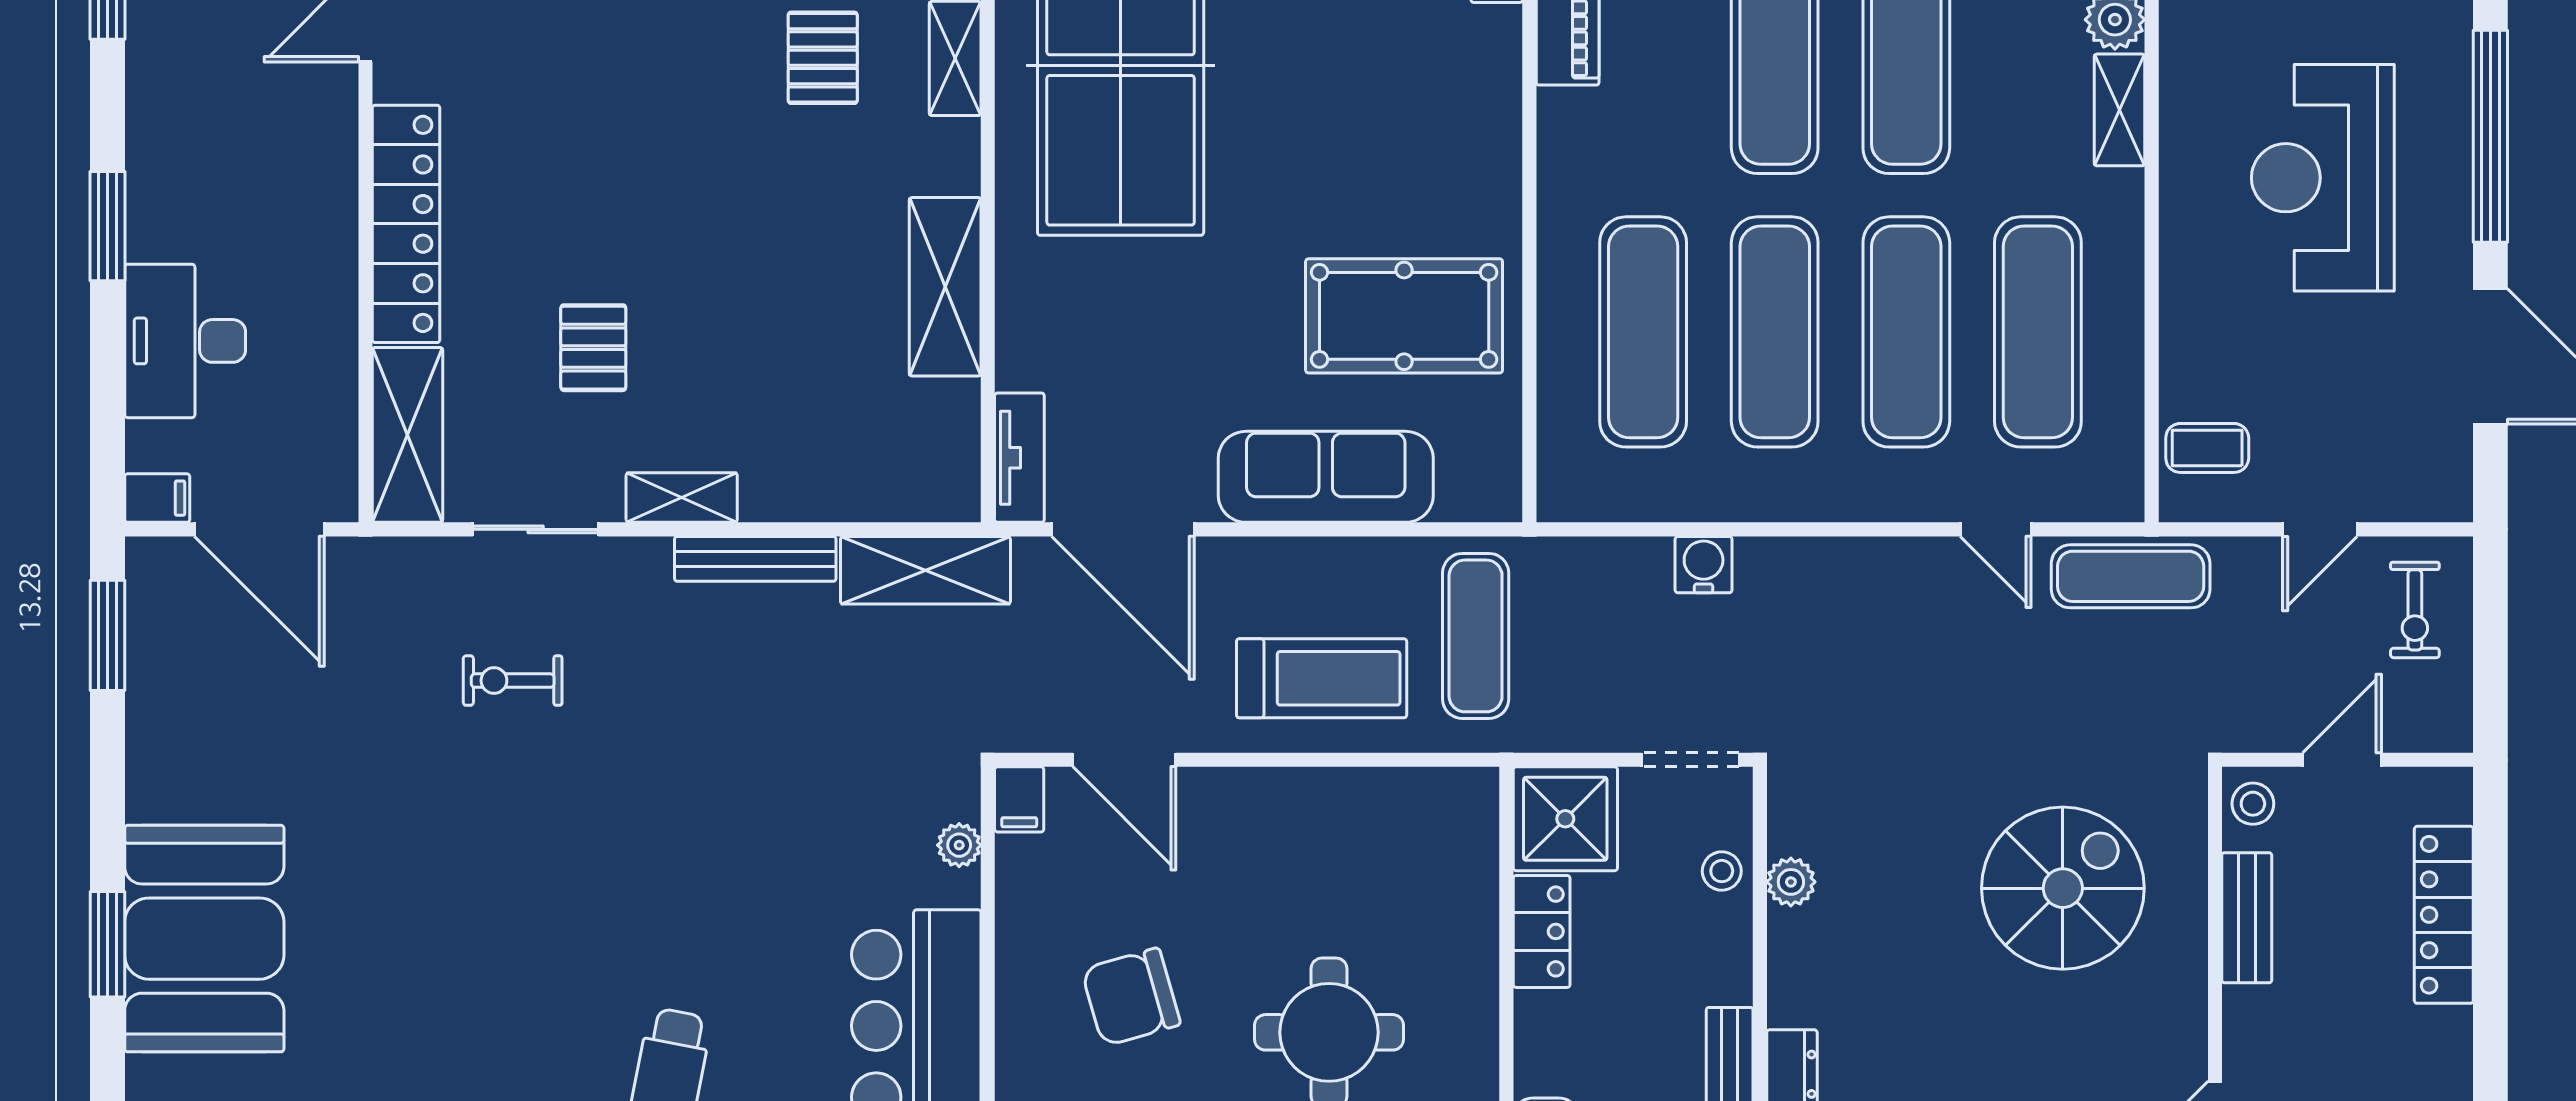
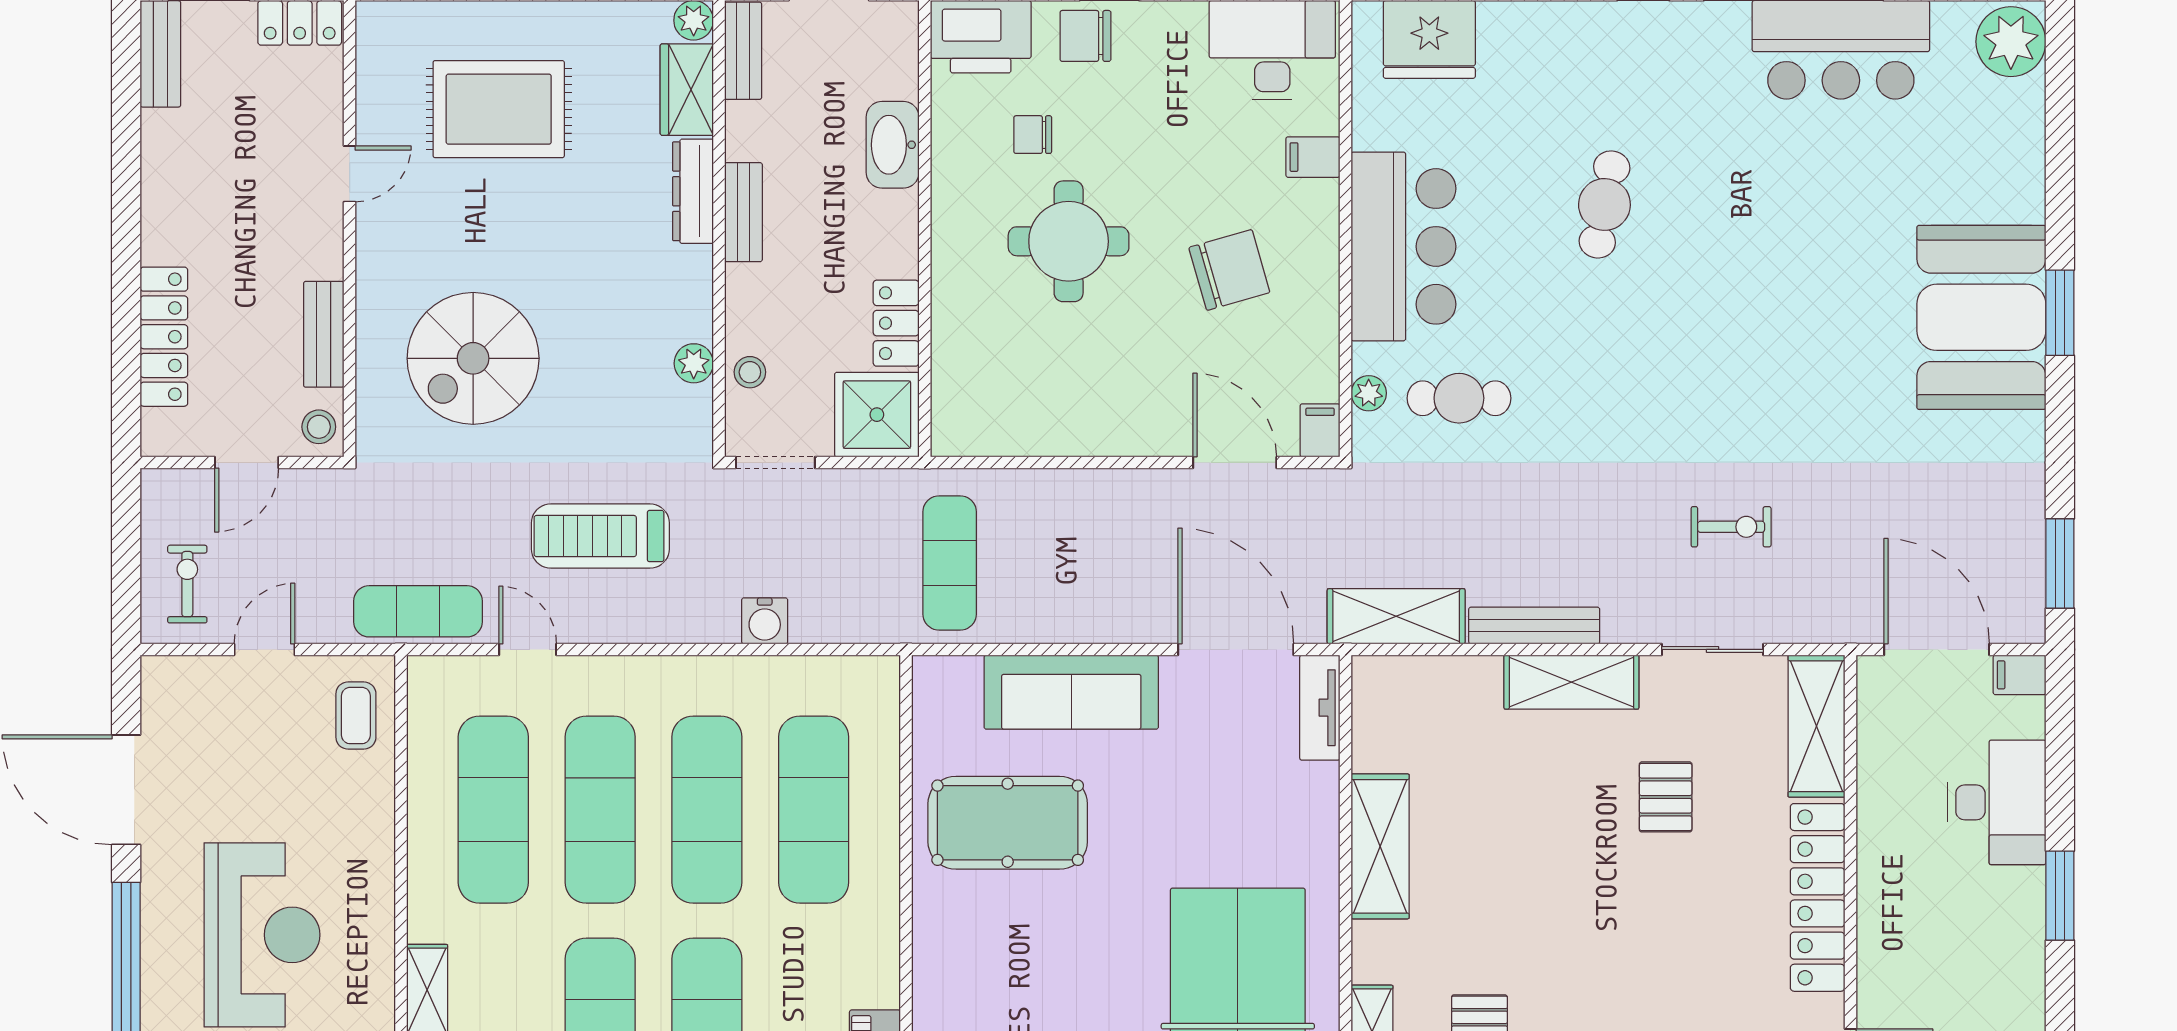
coffee table: (2207, 448) -> (356, 716), turned 90
shelving: (682, 498) -> (1571, 682), width x1.50, depth x1.33
treadmill: (1322, 678) -> (600, 536), moved
cafe table: (848, 839) -> (1459, 398), added

